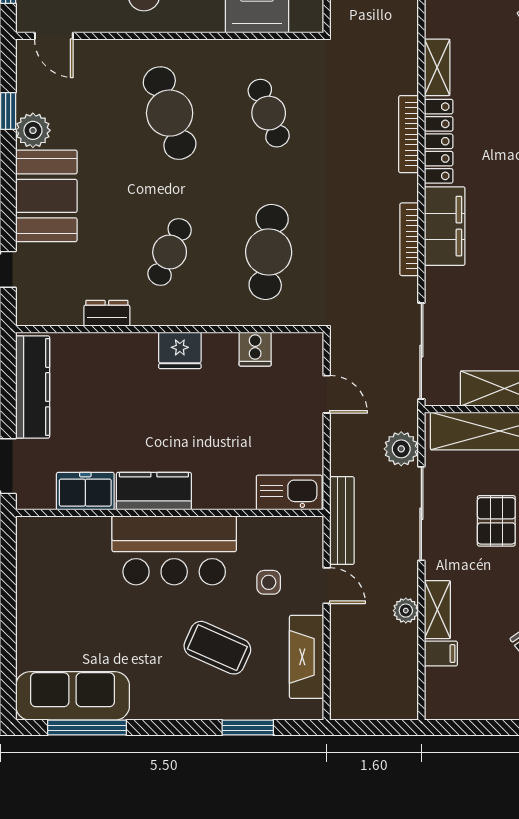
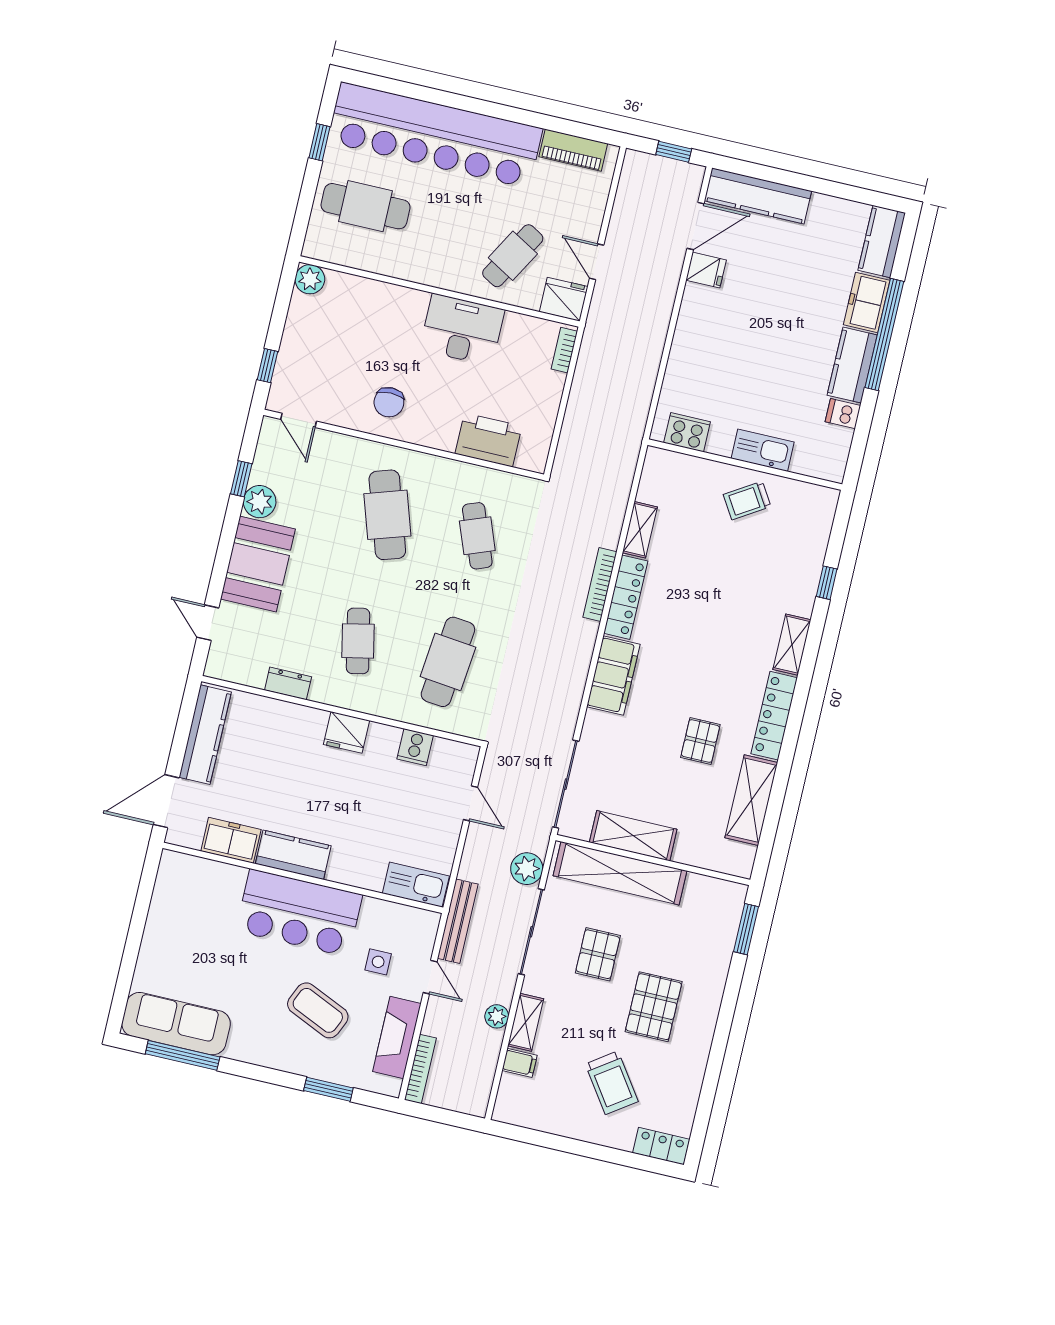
bookcase: (409, 239) -> (420, 1069), moved, turned 180
cafe table: (170, 252) -> (358, 641), turned -36

